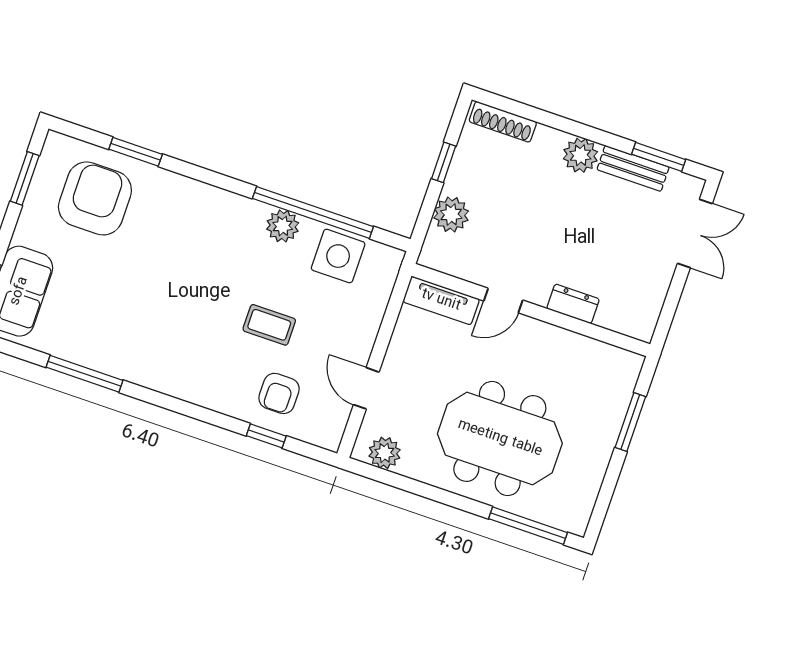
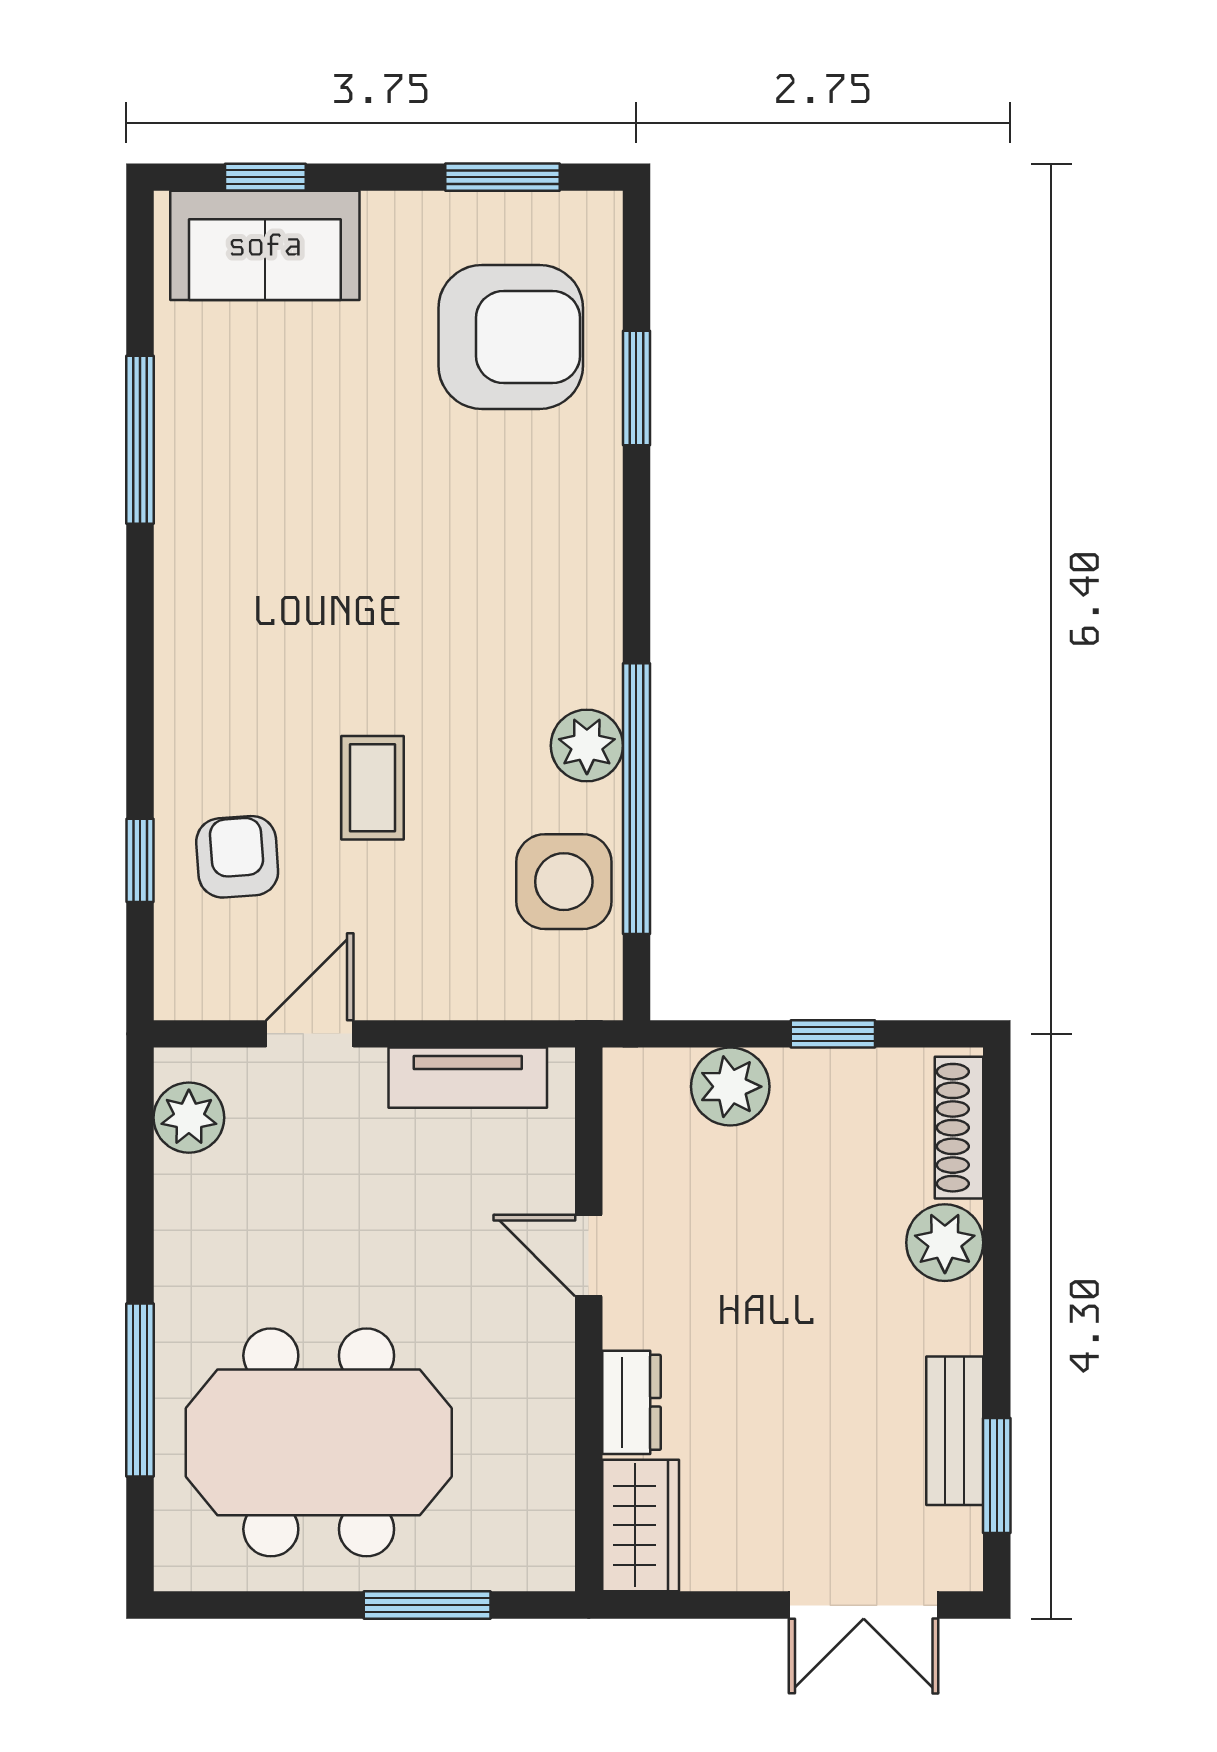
plant: (580, 155) -> (945, 1243), moved
tv unit: (441, 300) -> (468, 1078), moved, turned -90
wardrobe: (628, 318) -> (641, 1525), added
armchair: (279, 393) -> (237, 857), turned 86
meeting table: (500, 438) -> (319, 1442), moved, turned 90
window: (528, 526) -> (140, 1390), moved

